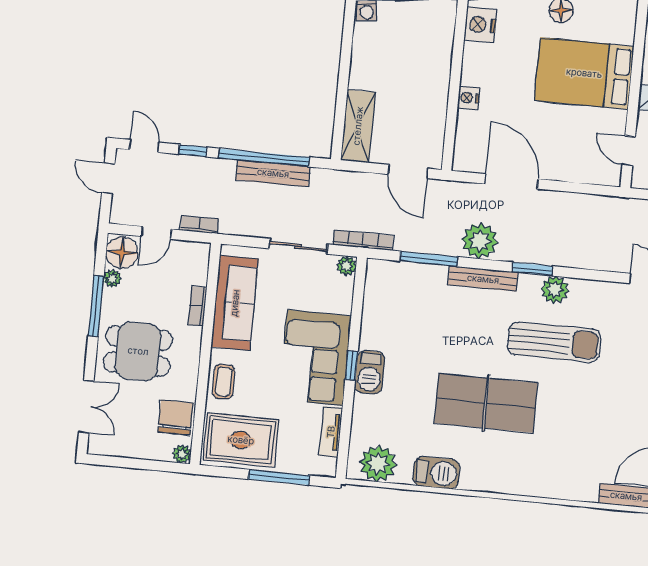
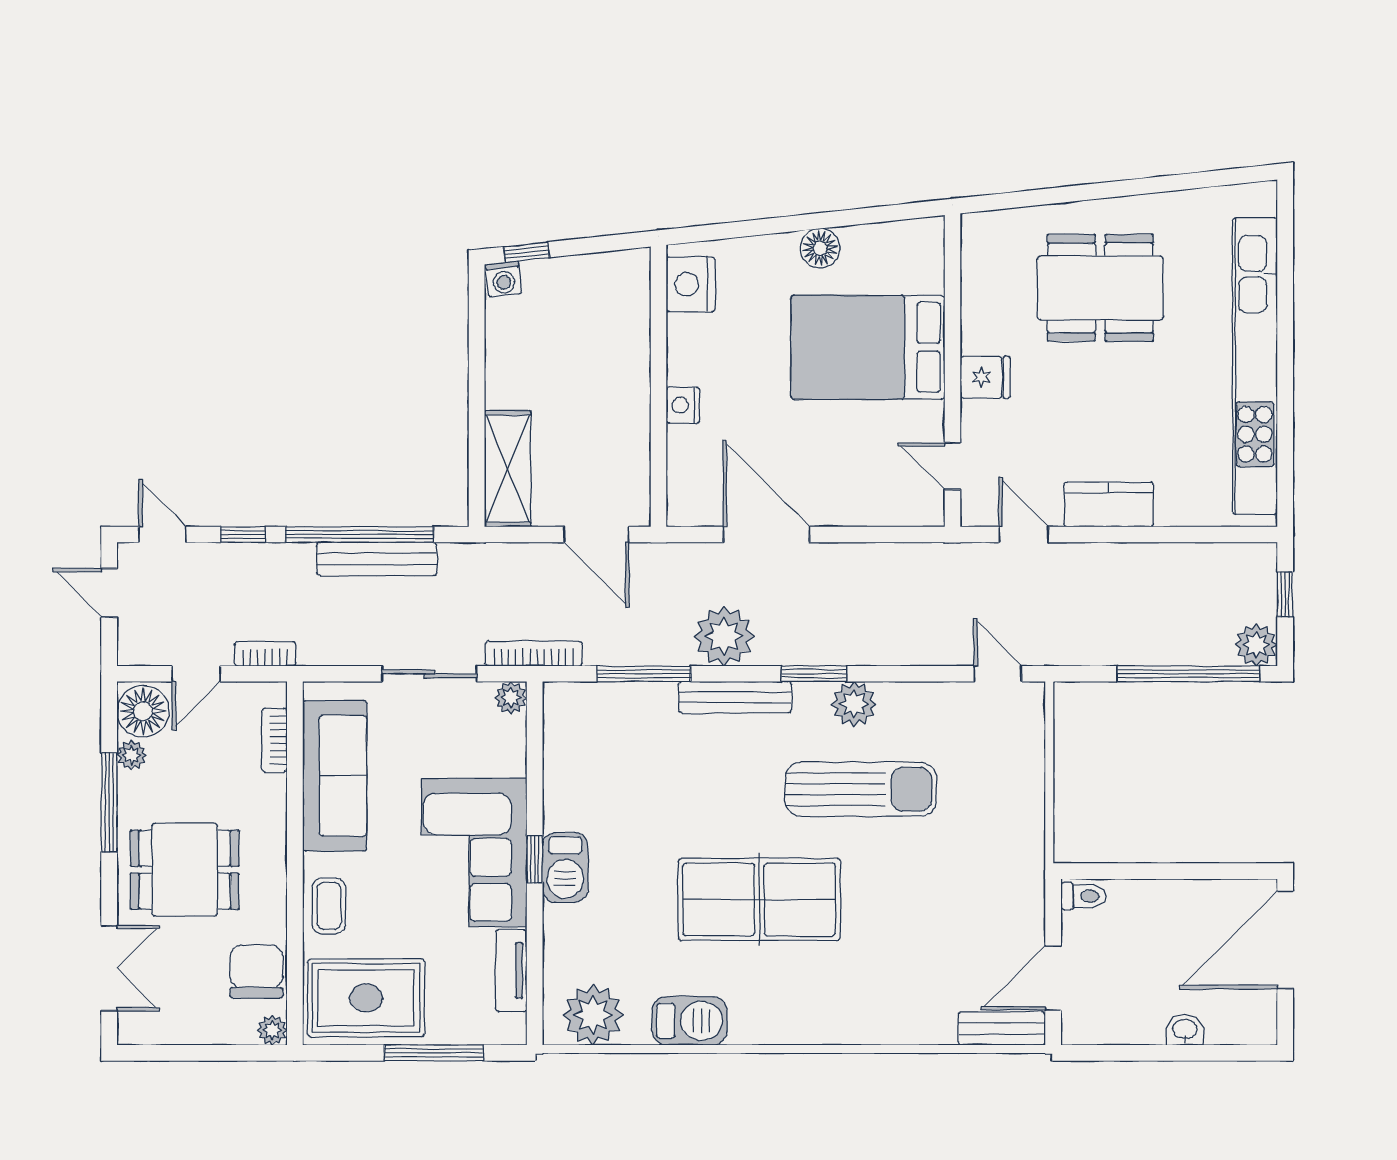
bookcase: (197, 306) -> (274, 740), moved

